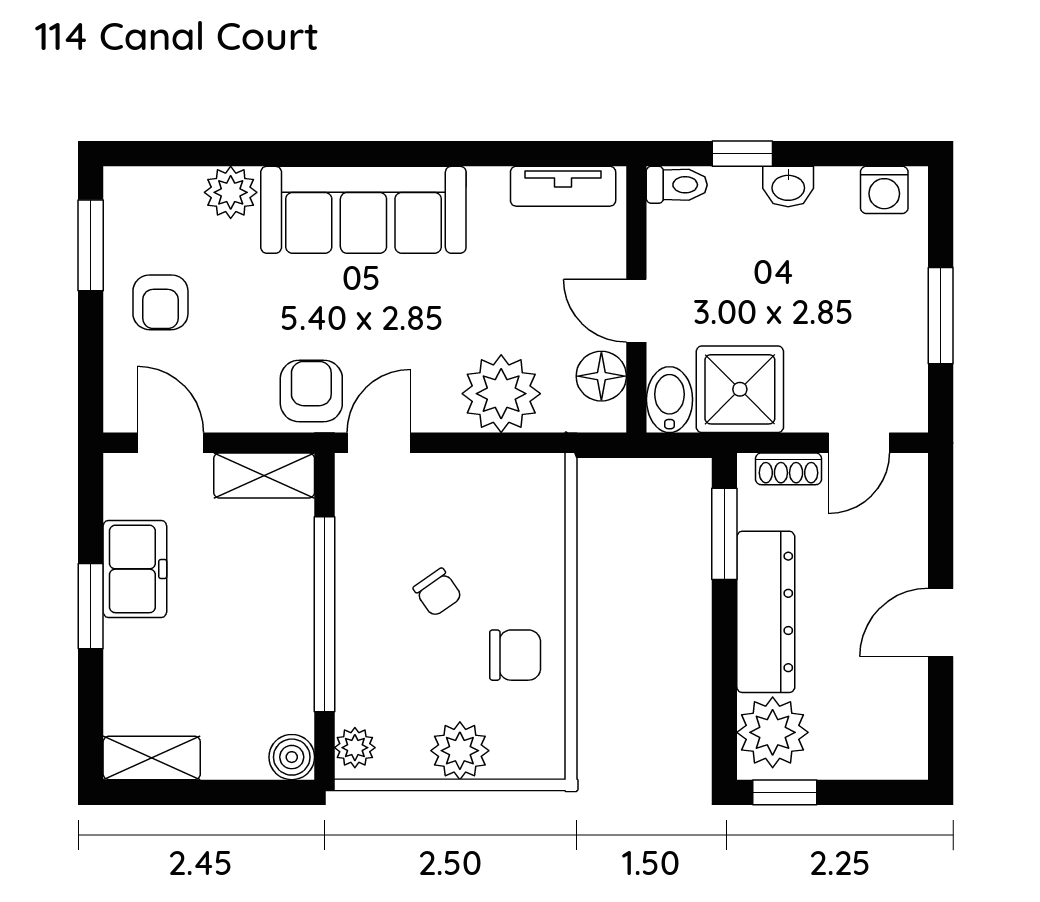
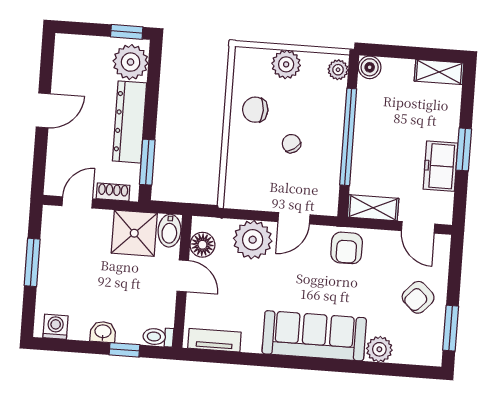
armchair: (160, 302) -> (418, 297), turned -137
door: (379, 443) -> (294, 218), moved

